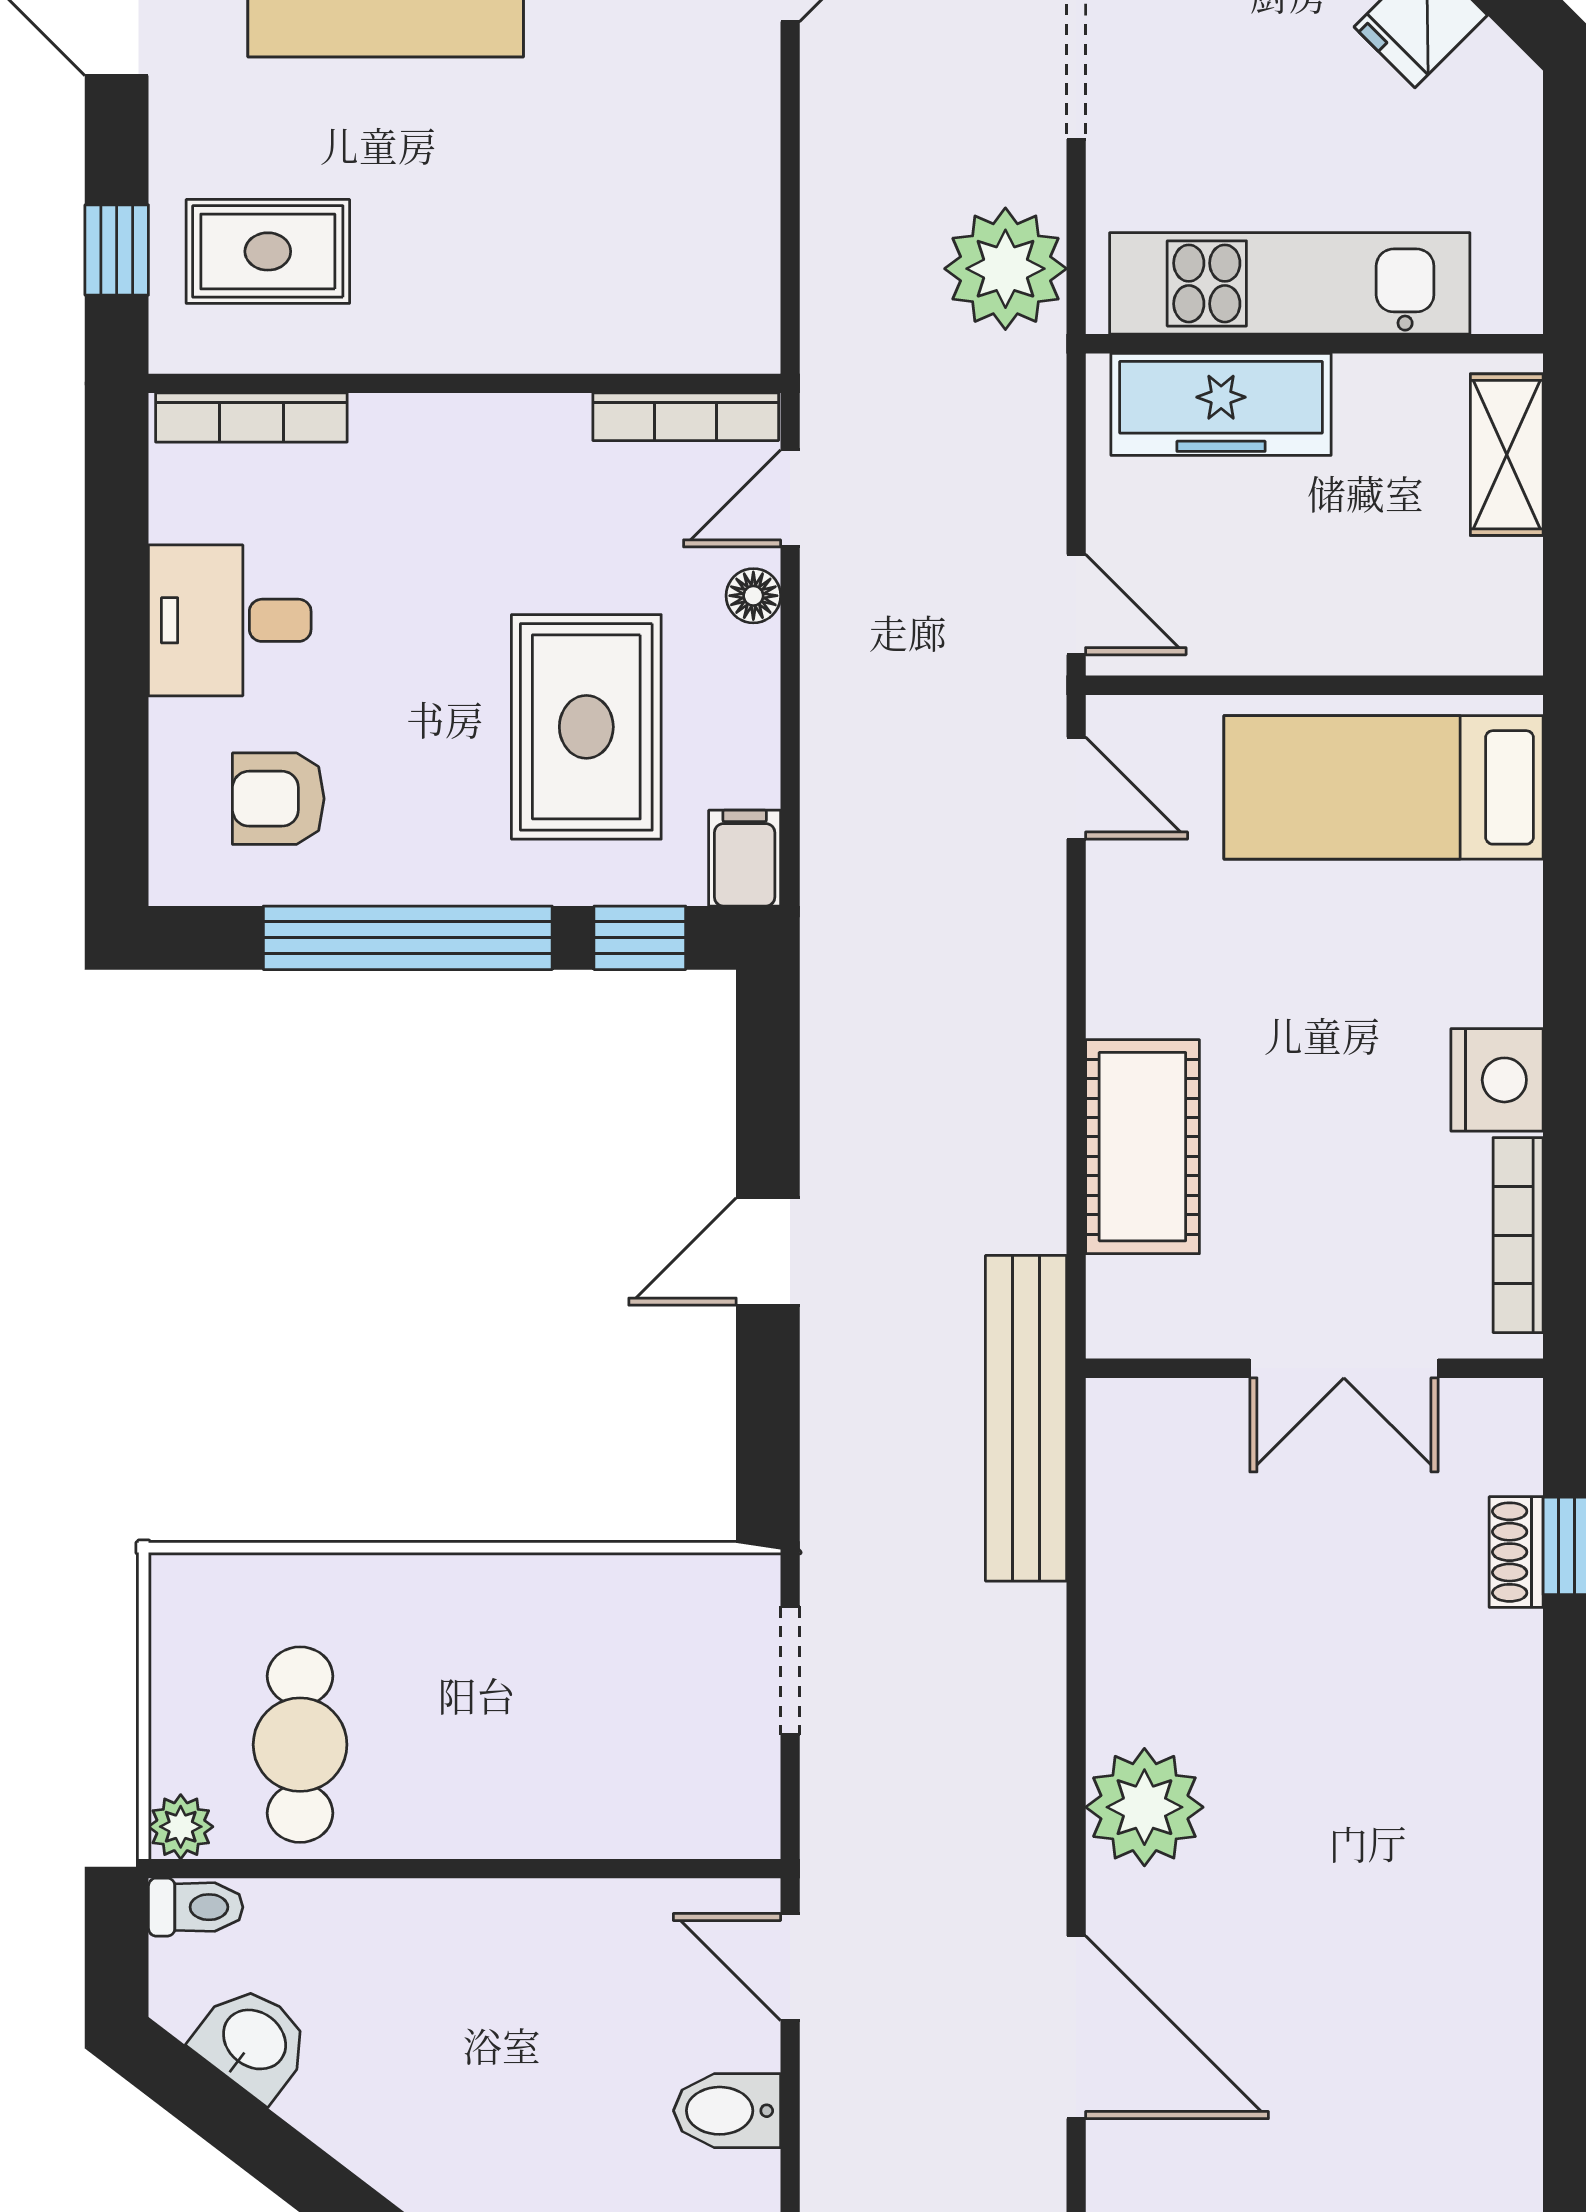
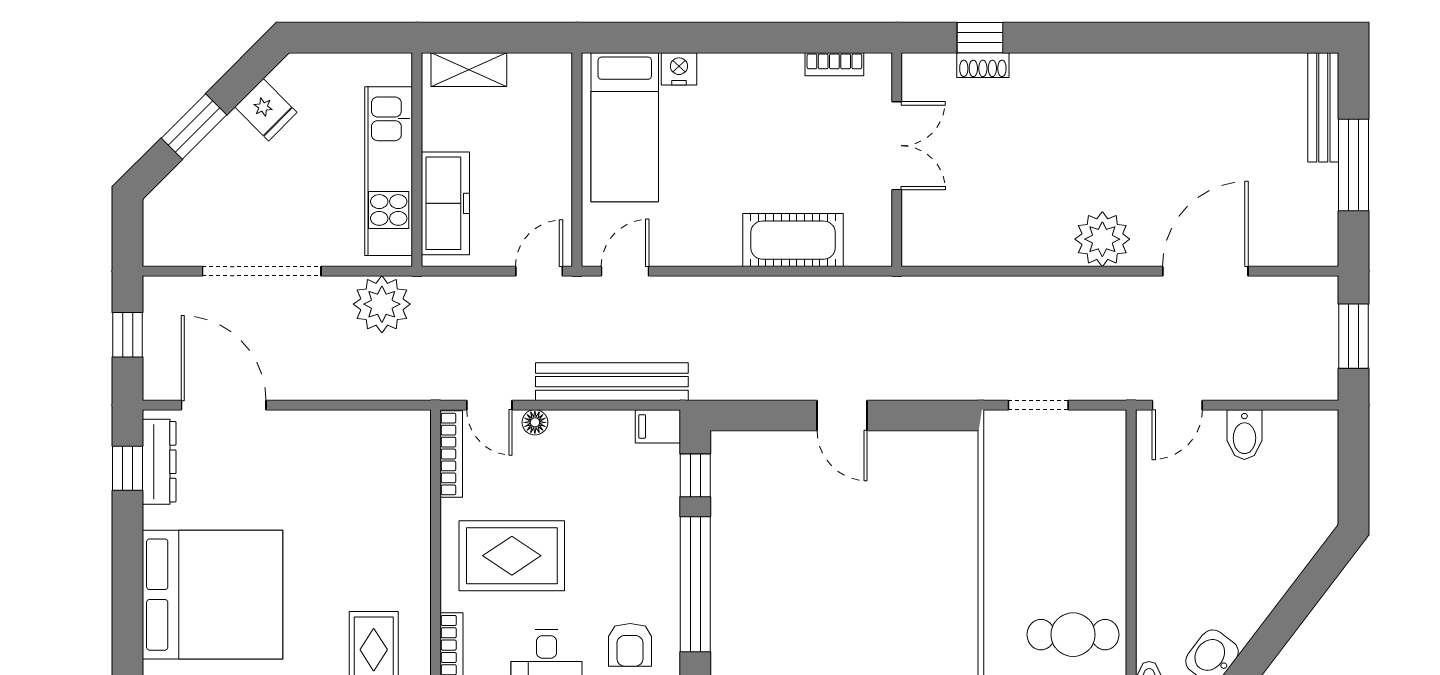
rug: (586, 727) -> (512, 556), moved
nightstand: (1497, 1080) -> (679, 69), moved, width x0.74, depth x0.75
bookcase: (1518, 1235) -> (834, 64), width x0.64
bench: (1026, 1418) -> (612, 382), moved

